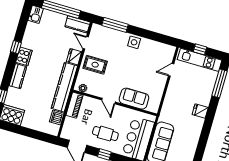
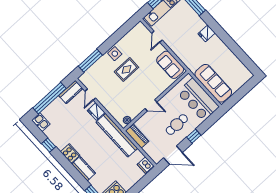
door: (86, 43) -> (90, 95), hinge flipped
window: (16, 47) -> (49, 145), moved
rug: (95, 65) -> (126, 69), moved
sofa: (134, 99) -> (170, 65), moved, turned -90
dishwasher: (57, 117) -> (145, 165), moved

